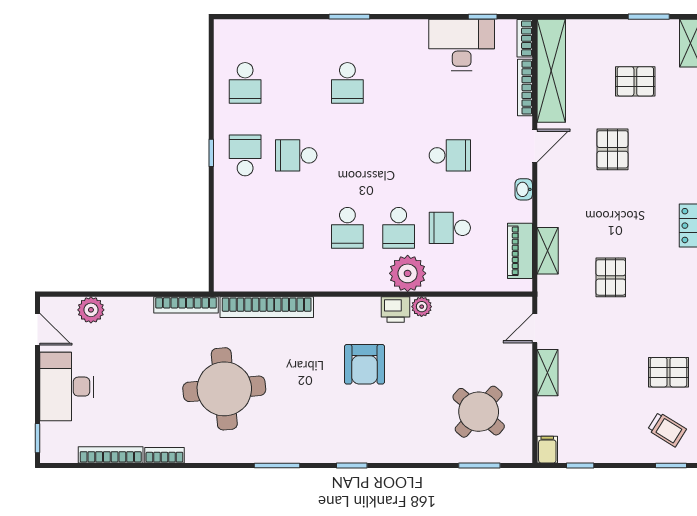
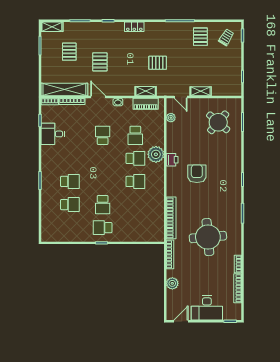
desk: (462, 45) -> (53, 134), width x0.73
school desk: (245, 83) -> (70, 205), moved
pallet: (613, 149) -> (100, 62), turned 90
plant: (422, 307) -> (171, 118), moved
plant: (91, 310) -> (172, 283), moved
armchair: (365, 364) -> (197, 174), turned -90
filing cabinet: (547, 450) -> (235, 91), removed

